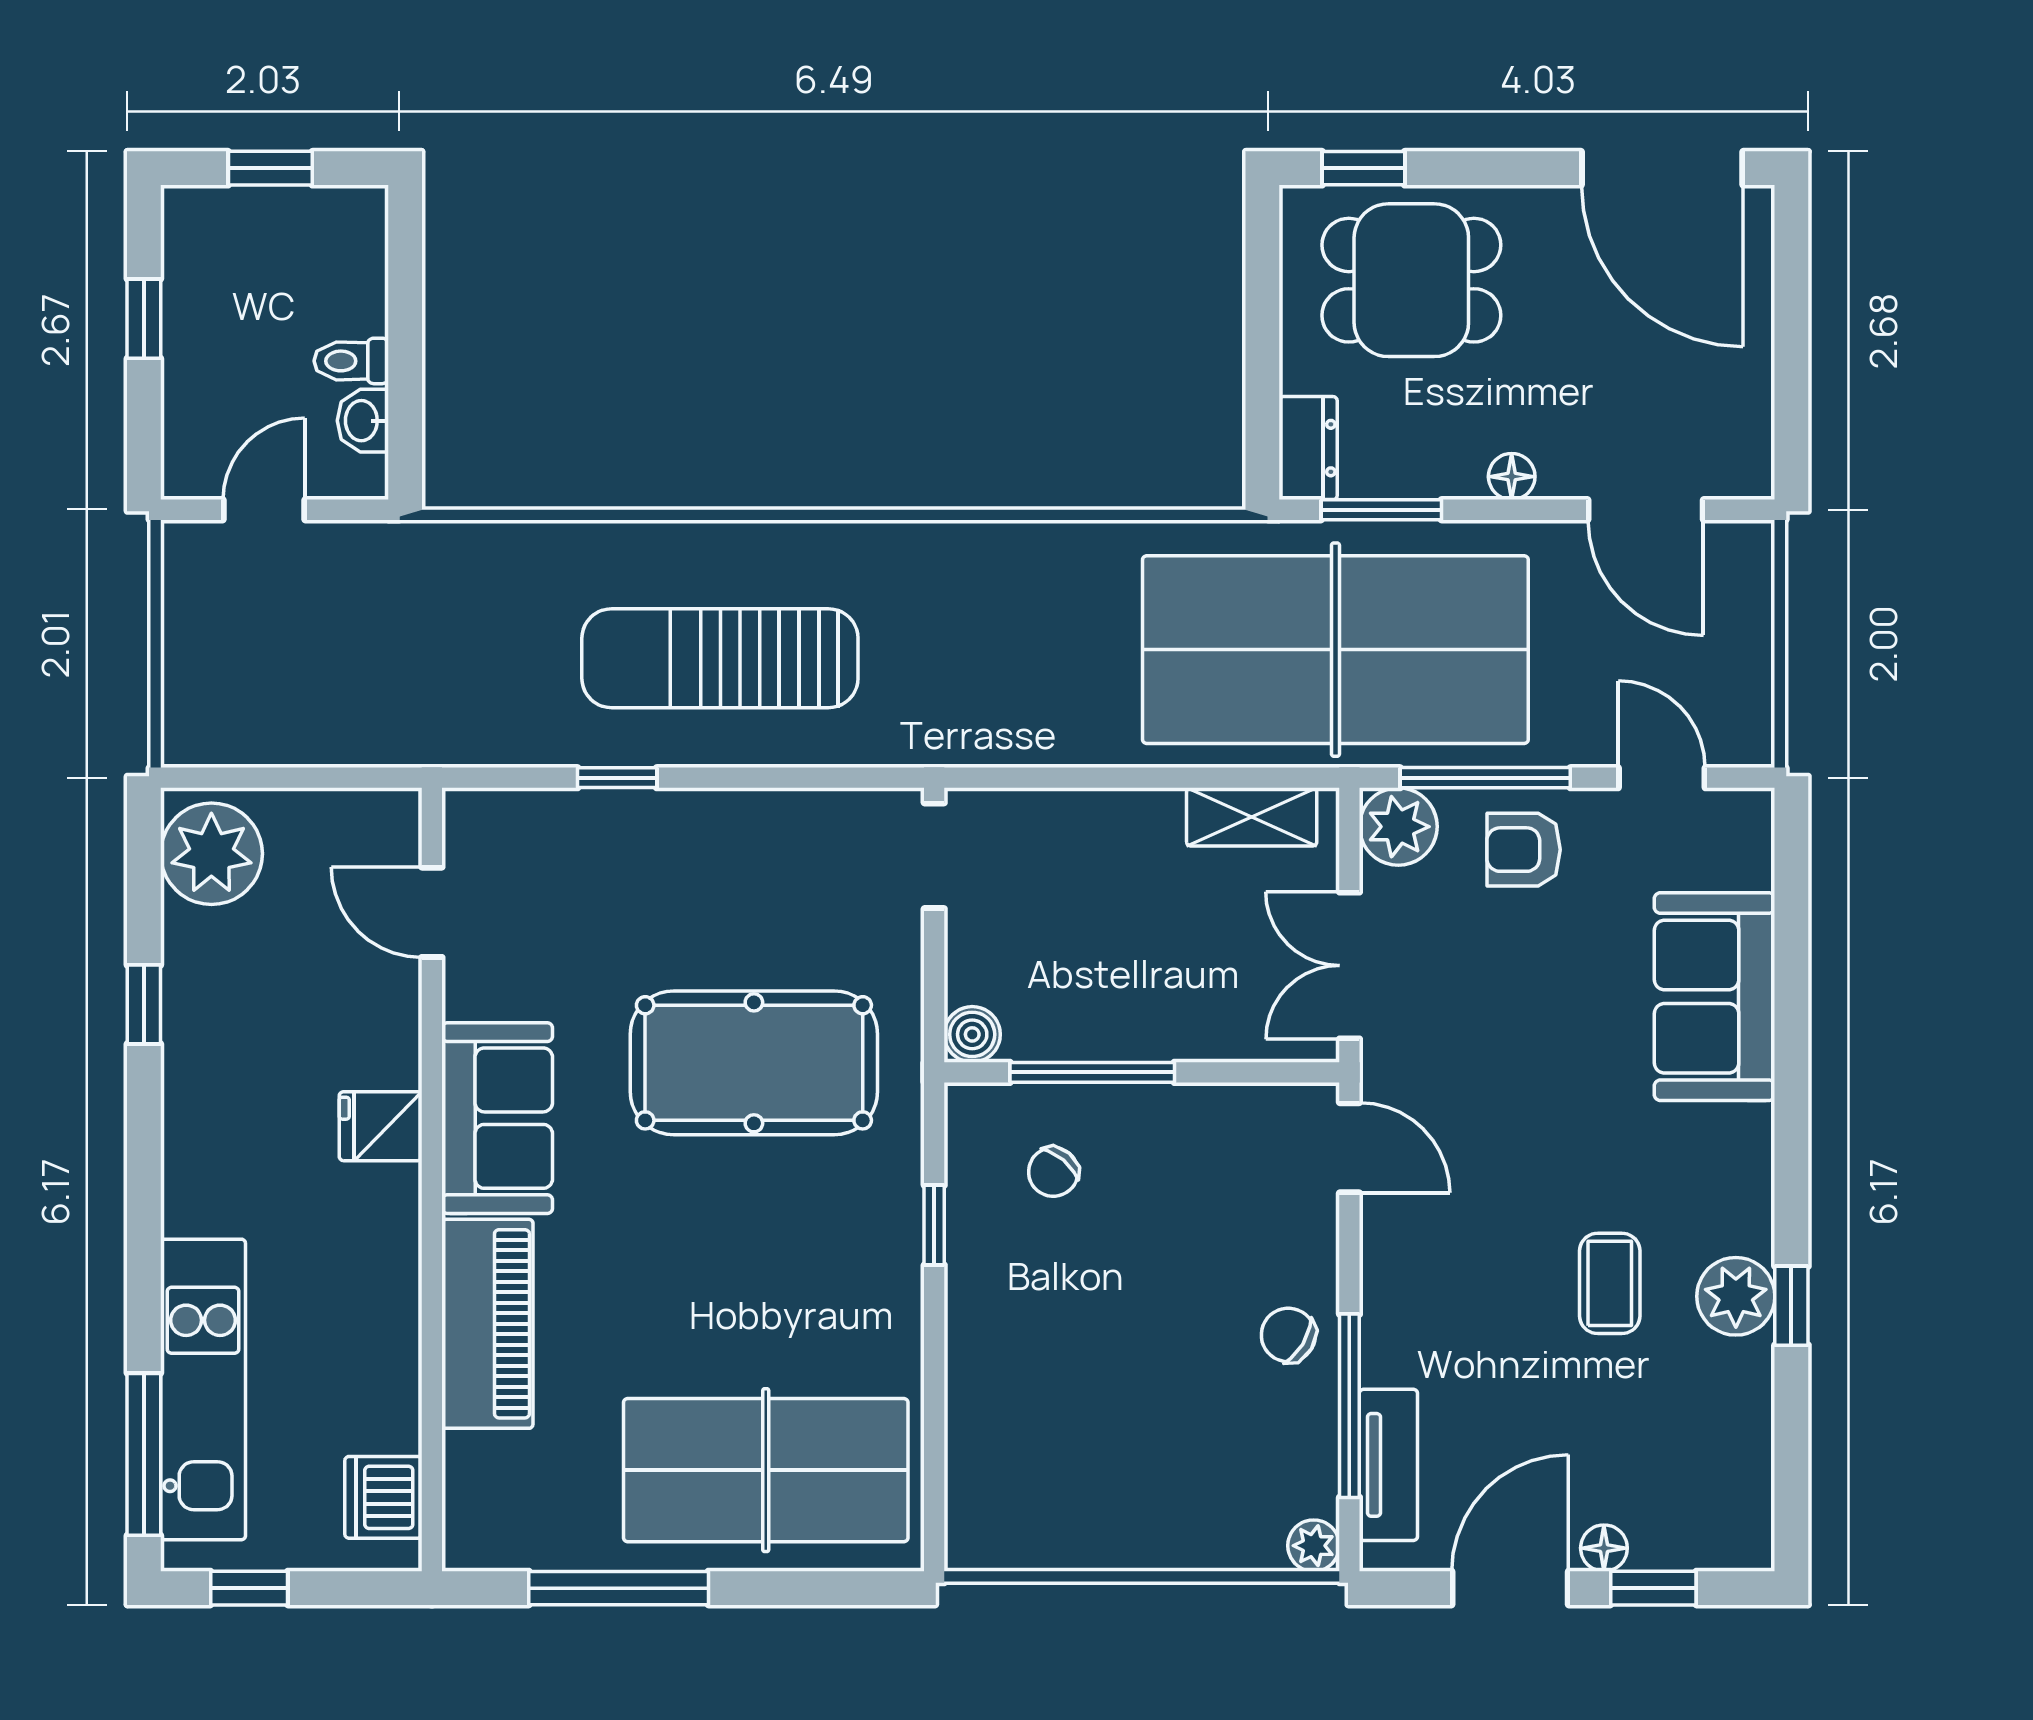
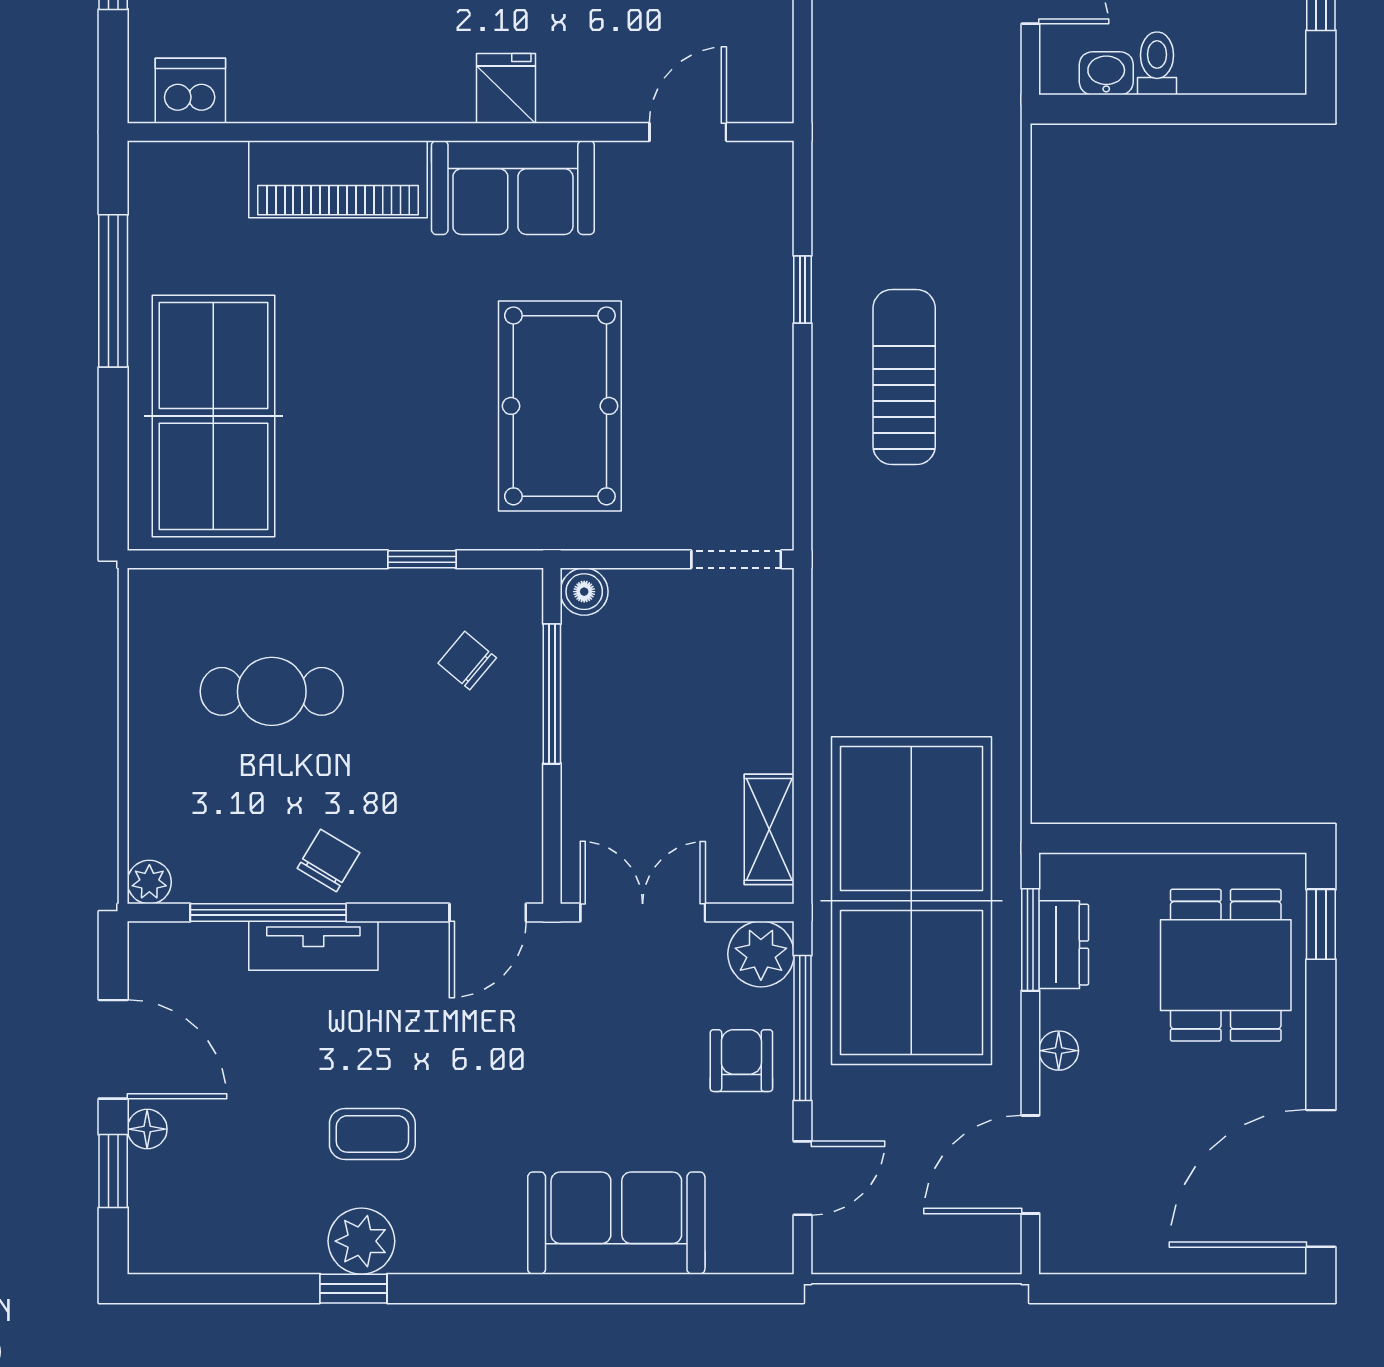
dresser: (1308, 448) -> (1064, 945), moved, turned -90
sun lounger: (720, 658) -> (904, 377), width x0.73, depth x0.75
cafe table: (1090, 1402) -> (272, 691), added
tv unit: (1388, 1465) -> (313, 946), moved

